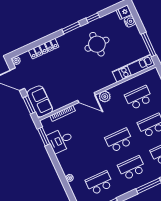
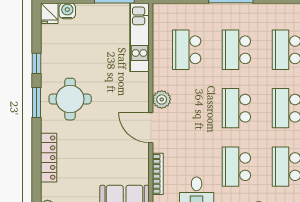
round table: (97, 44) -> (70, 99), moved
door: (86, 98) -> (151, 128), swing flipped
school desk: (87, 155) -> (236, 167), added

